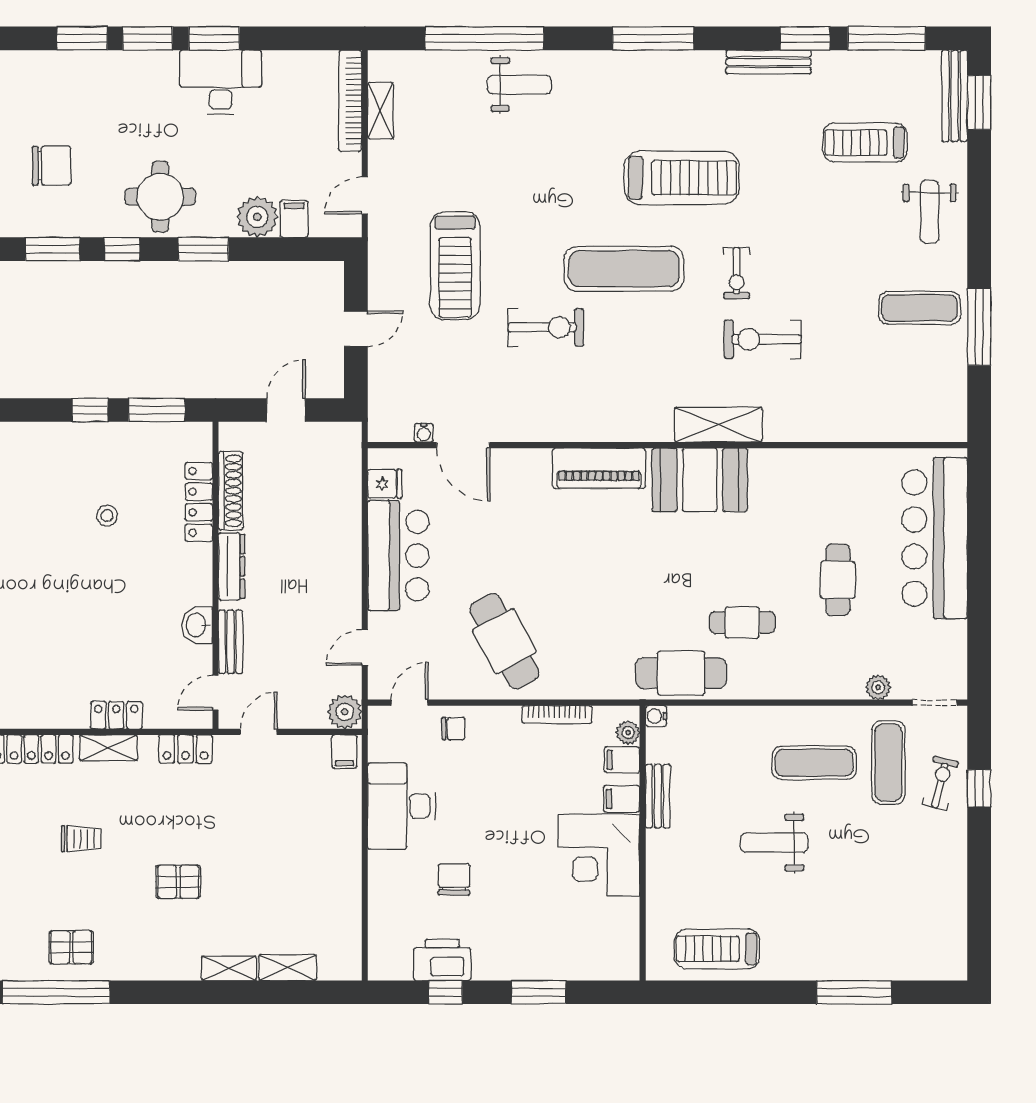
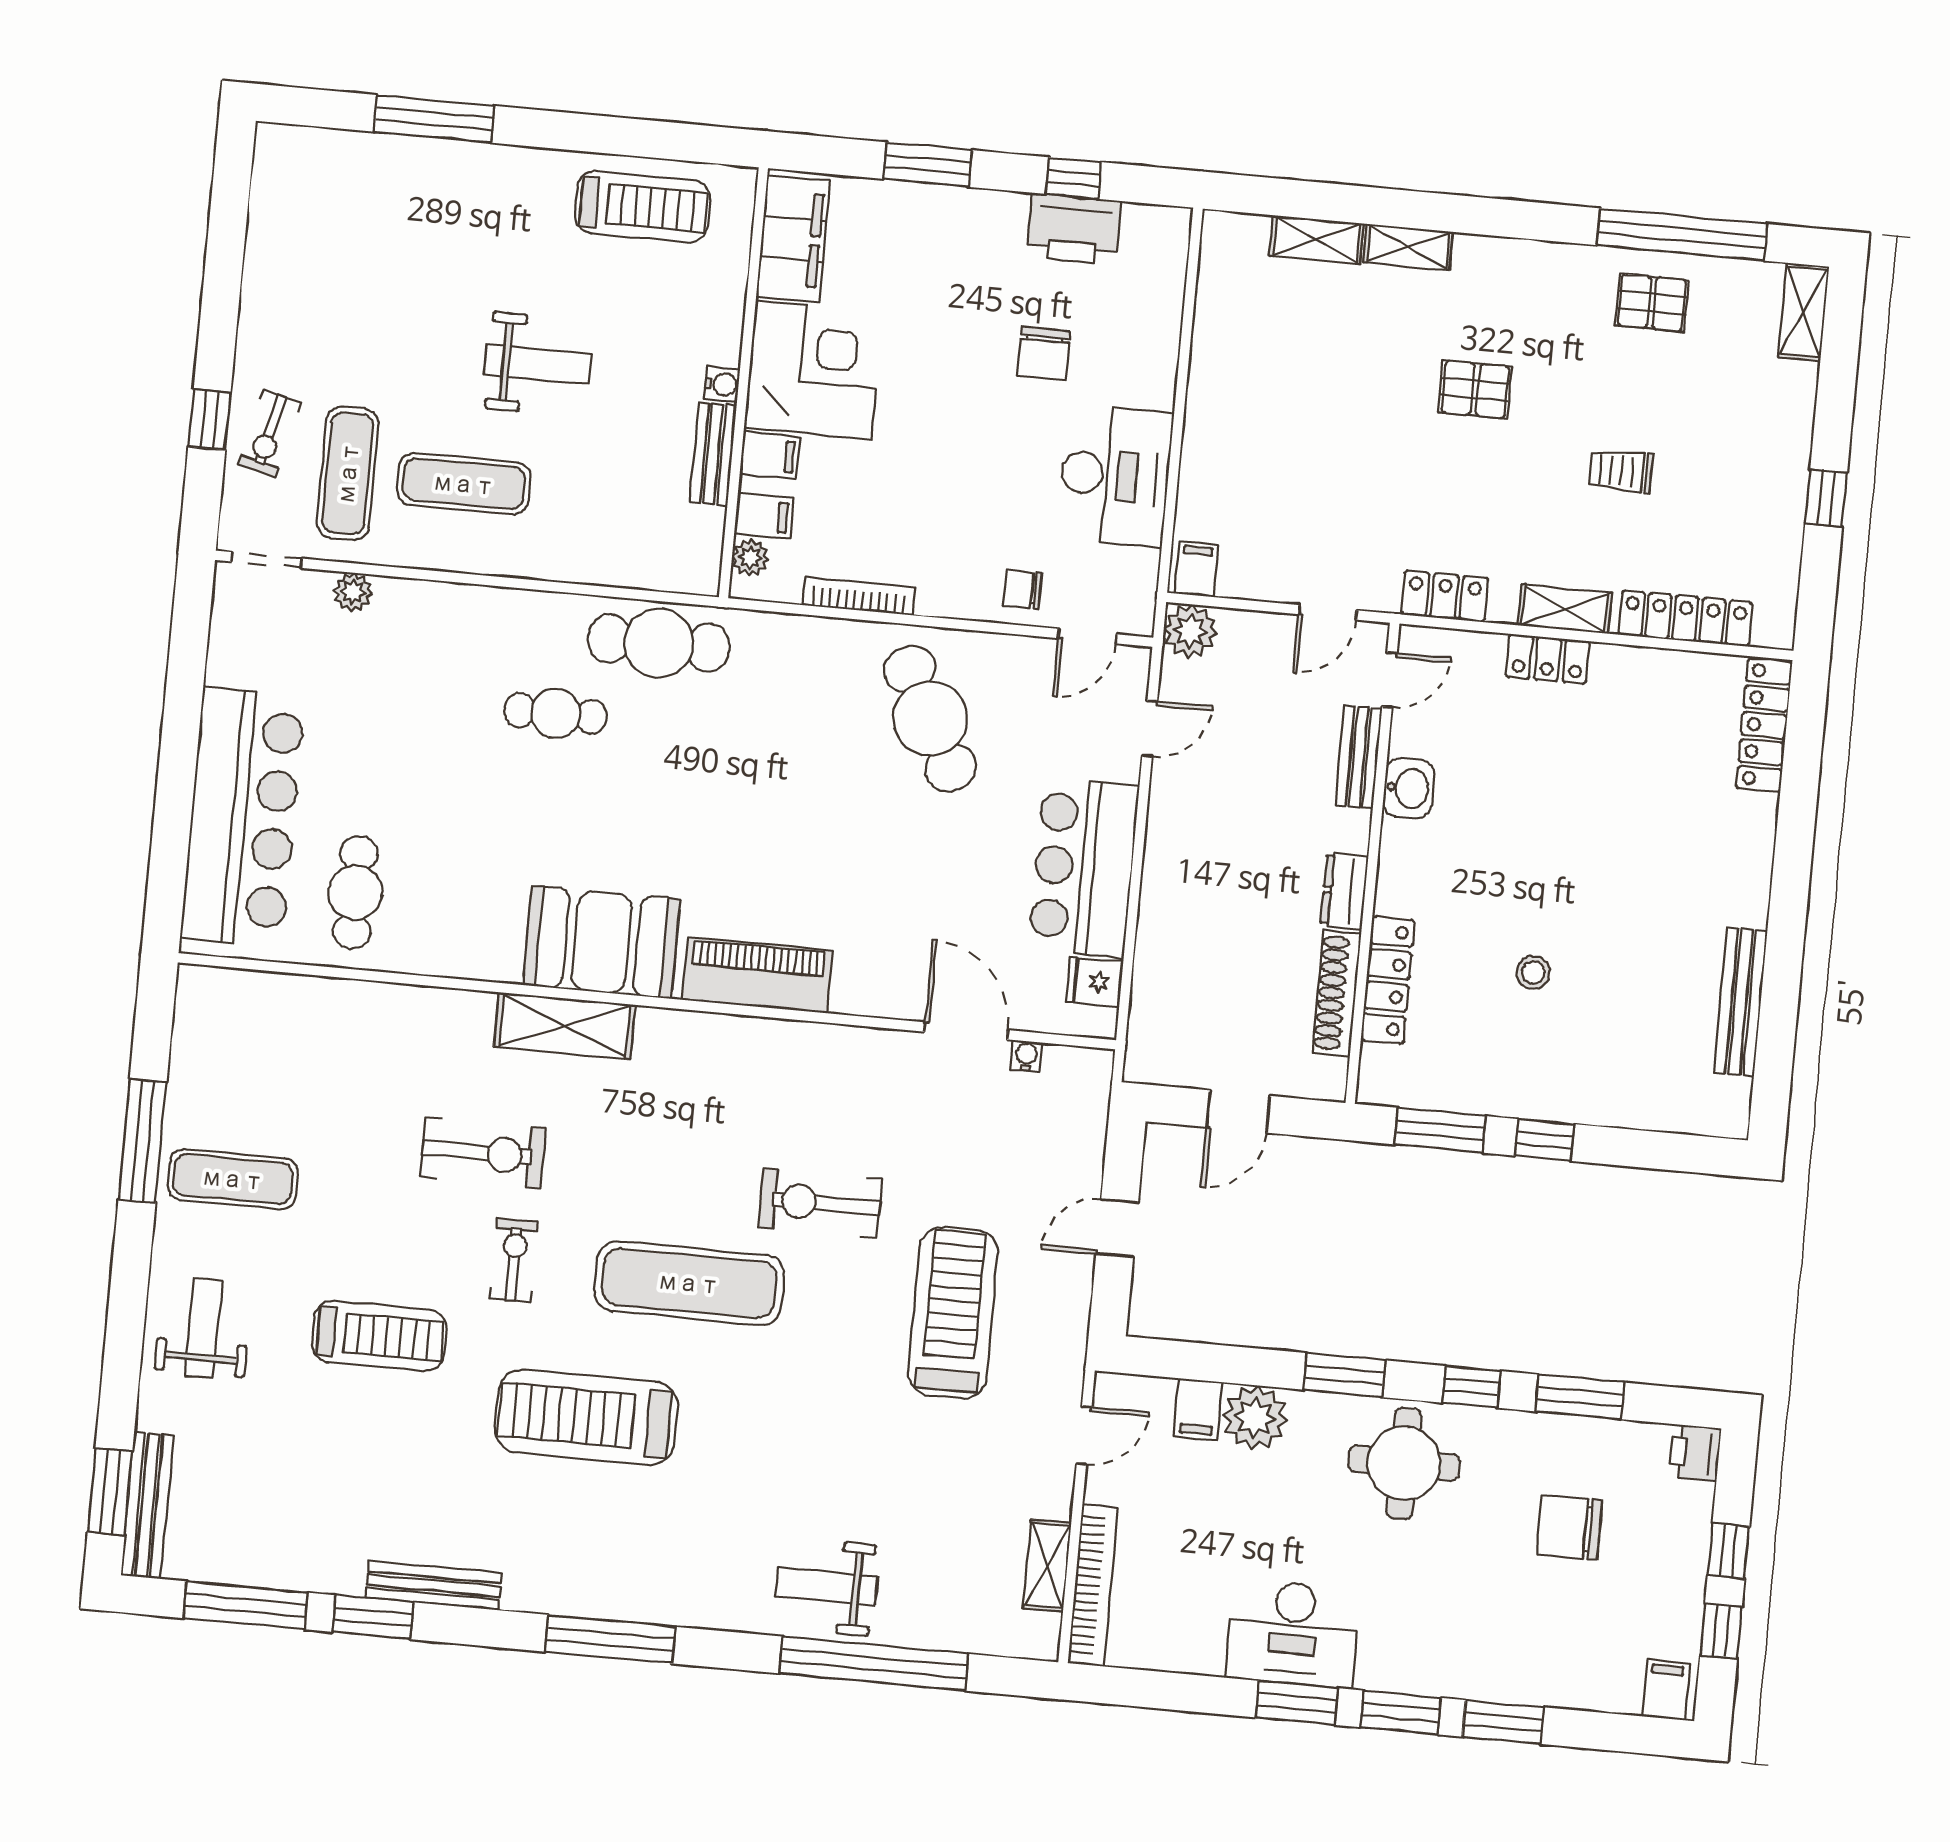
treadmill: (865, 142) -> (379, 1336), moved
dresser: (232, 566) -> (1344, 891), width x0.70
cafe table: (838, 580) -> (355, 892), moved
water cooler: (656, 716) -> (722, 384), moved
filing cabinet: (620, 937) -> (793, 239), added

